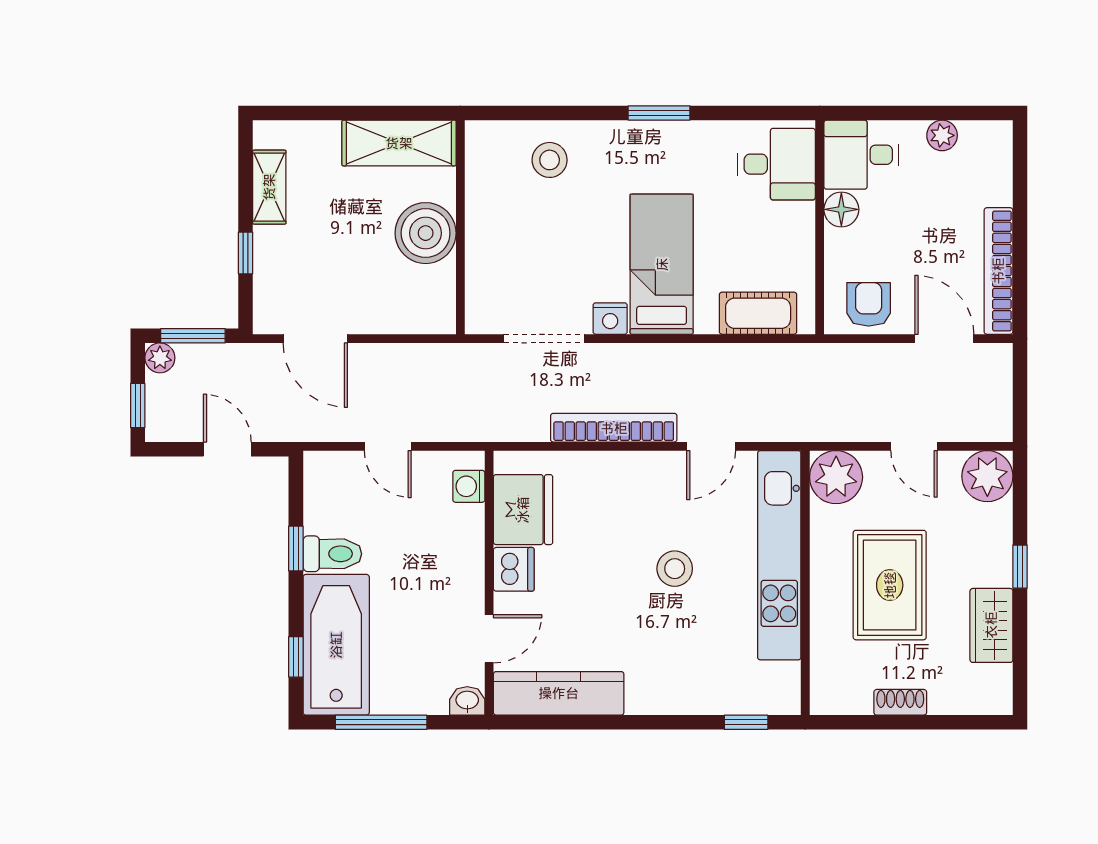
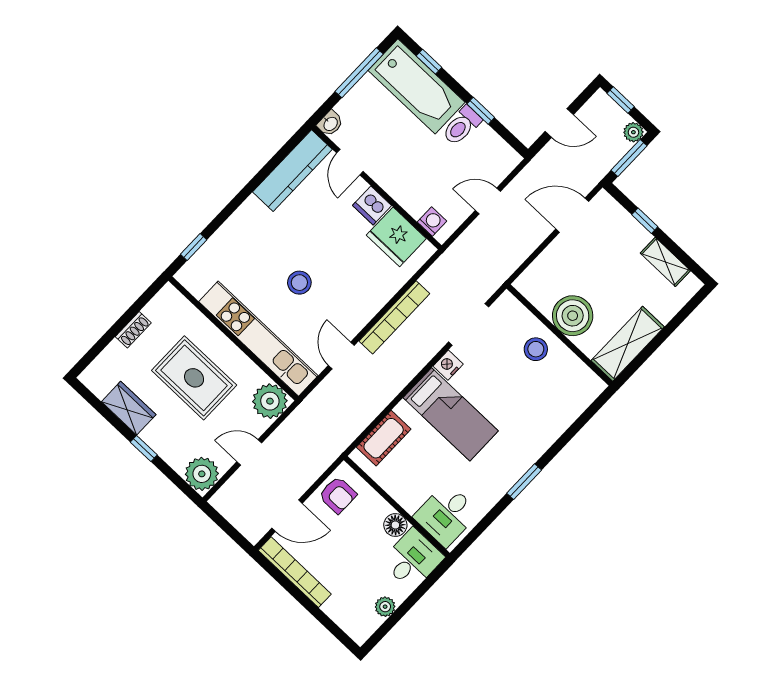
stool: (550, 160) -> (536, 349), moved

